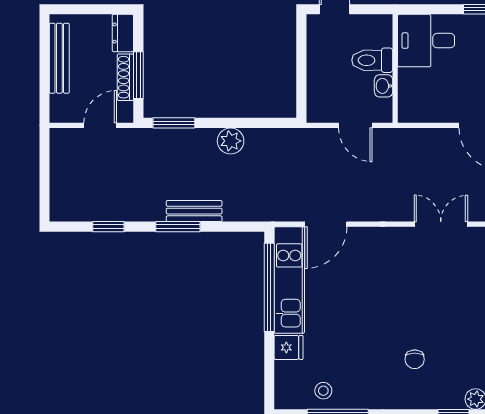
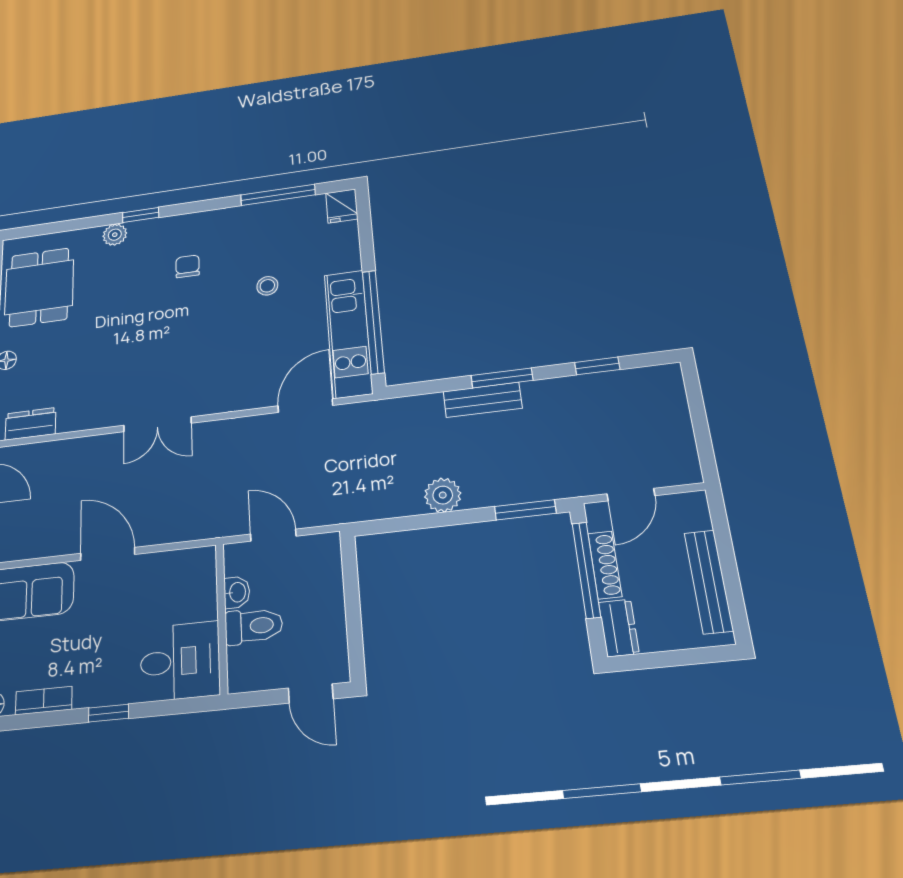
window: (138, 75) -> (586, 570), width x1.44
fridge: (289, 347) -> (342, 206), moved, turned -90
stool: (323, 391) -> (267, 286), moved

